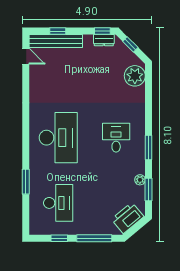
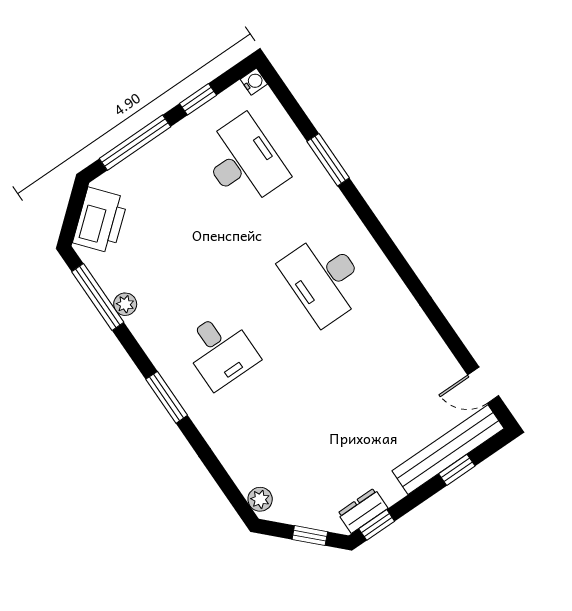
plant: (135, 76) -> (260, 499), width x0.53, depth x0.53
desk: (58, 138) -> (324, 279), width x0.73, depth x0.77
window: (149, 148) -> (167, 397), moved
window: (149, 190) -> (98, 297), width x1.44
desk: (58, 203) -> (244, 161), turned 180
water cooler: (34, 230) -> (254, 82), added

